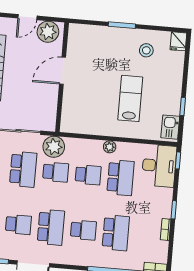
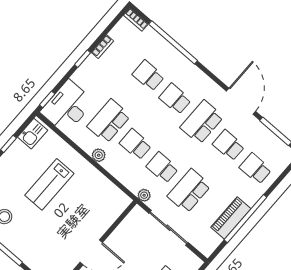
plant: (54, 147) -> (144, 195), width x0.53, depth x0.53
school desk: (116, 233) -> (148, 76), width x0.54

